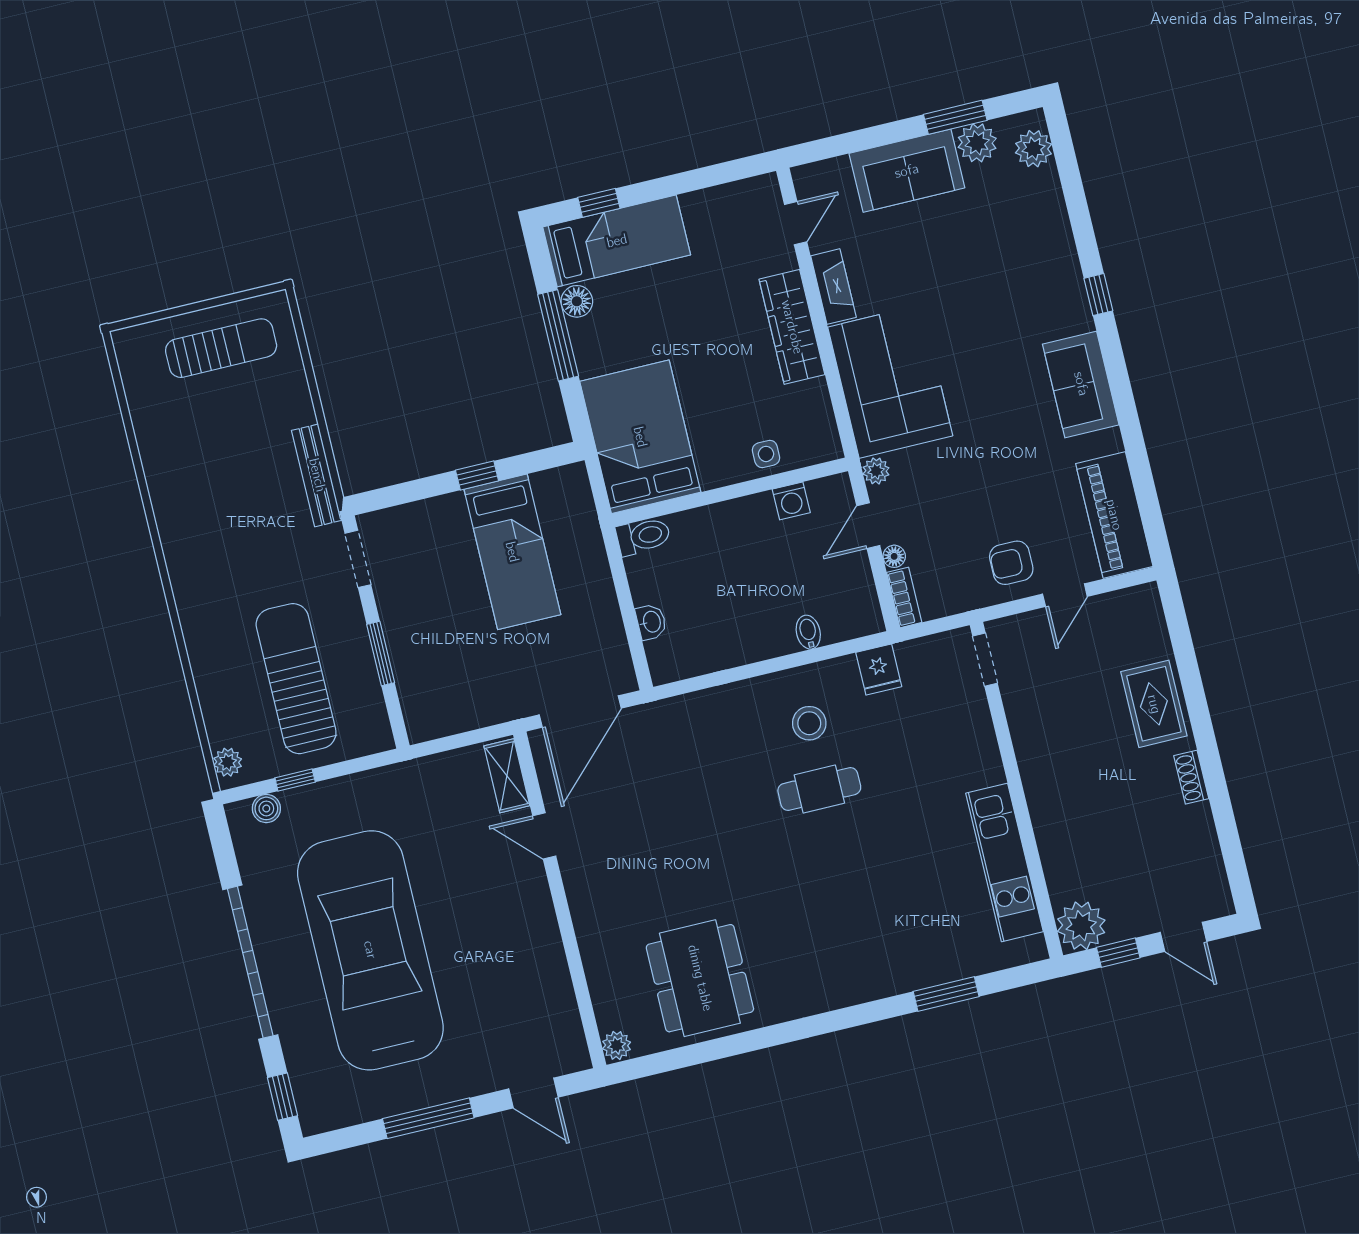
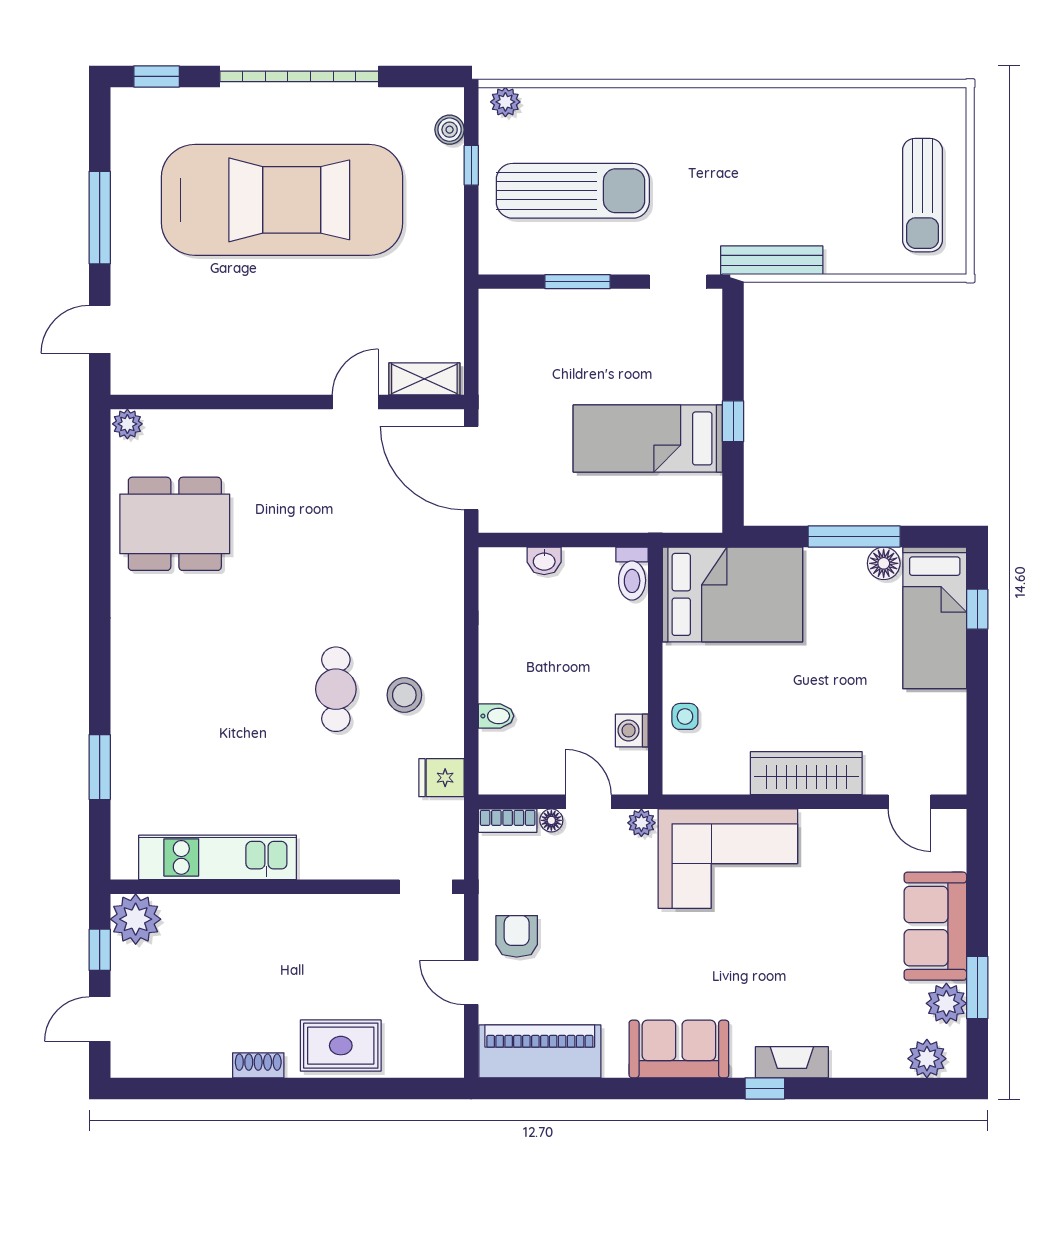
fireplace: (833, 287) -> (792, 1062), moved, turned 180

